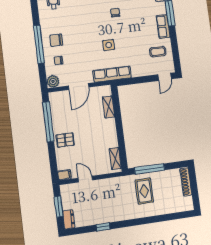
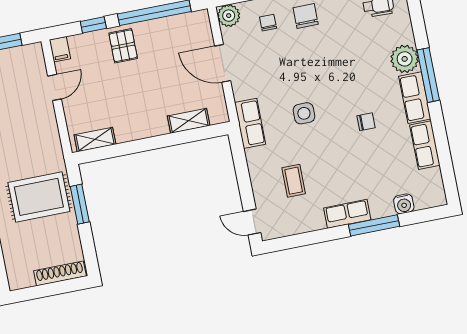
coffee table: (158, 52) -> (294, 181), moved
row of seats: (112, 74) -> (250, 123), width x0.68
window: (52, 156) -> (93, 25), added
window: (149, 169) -> (80, 204), width x0.69
rug: (144, 191) -> (39, 197), width x1.36, depth x1.43

